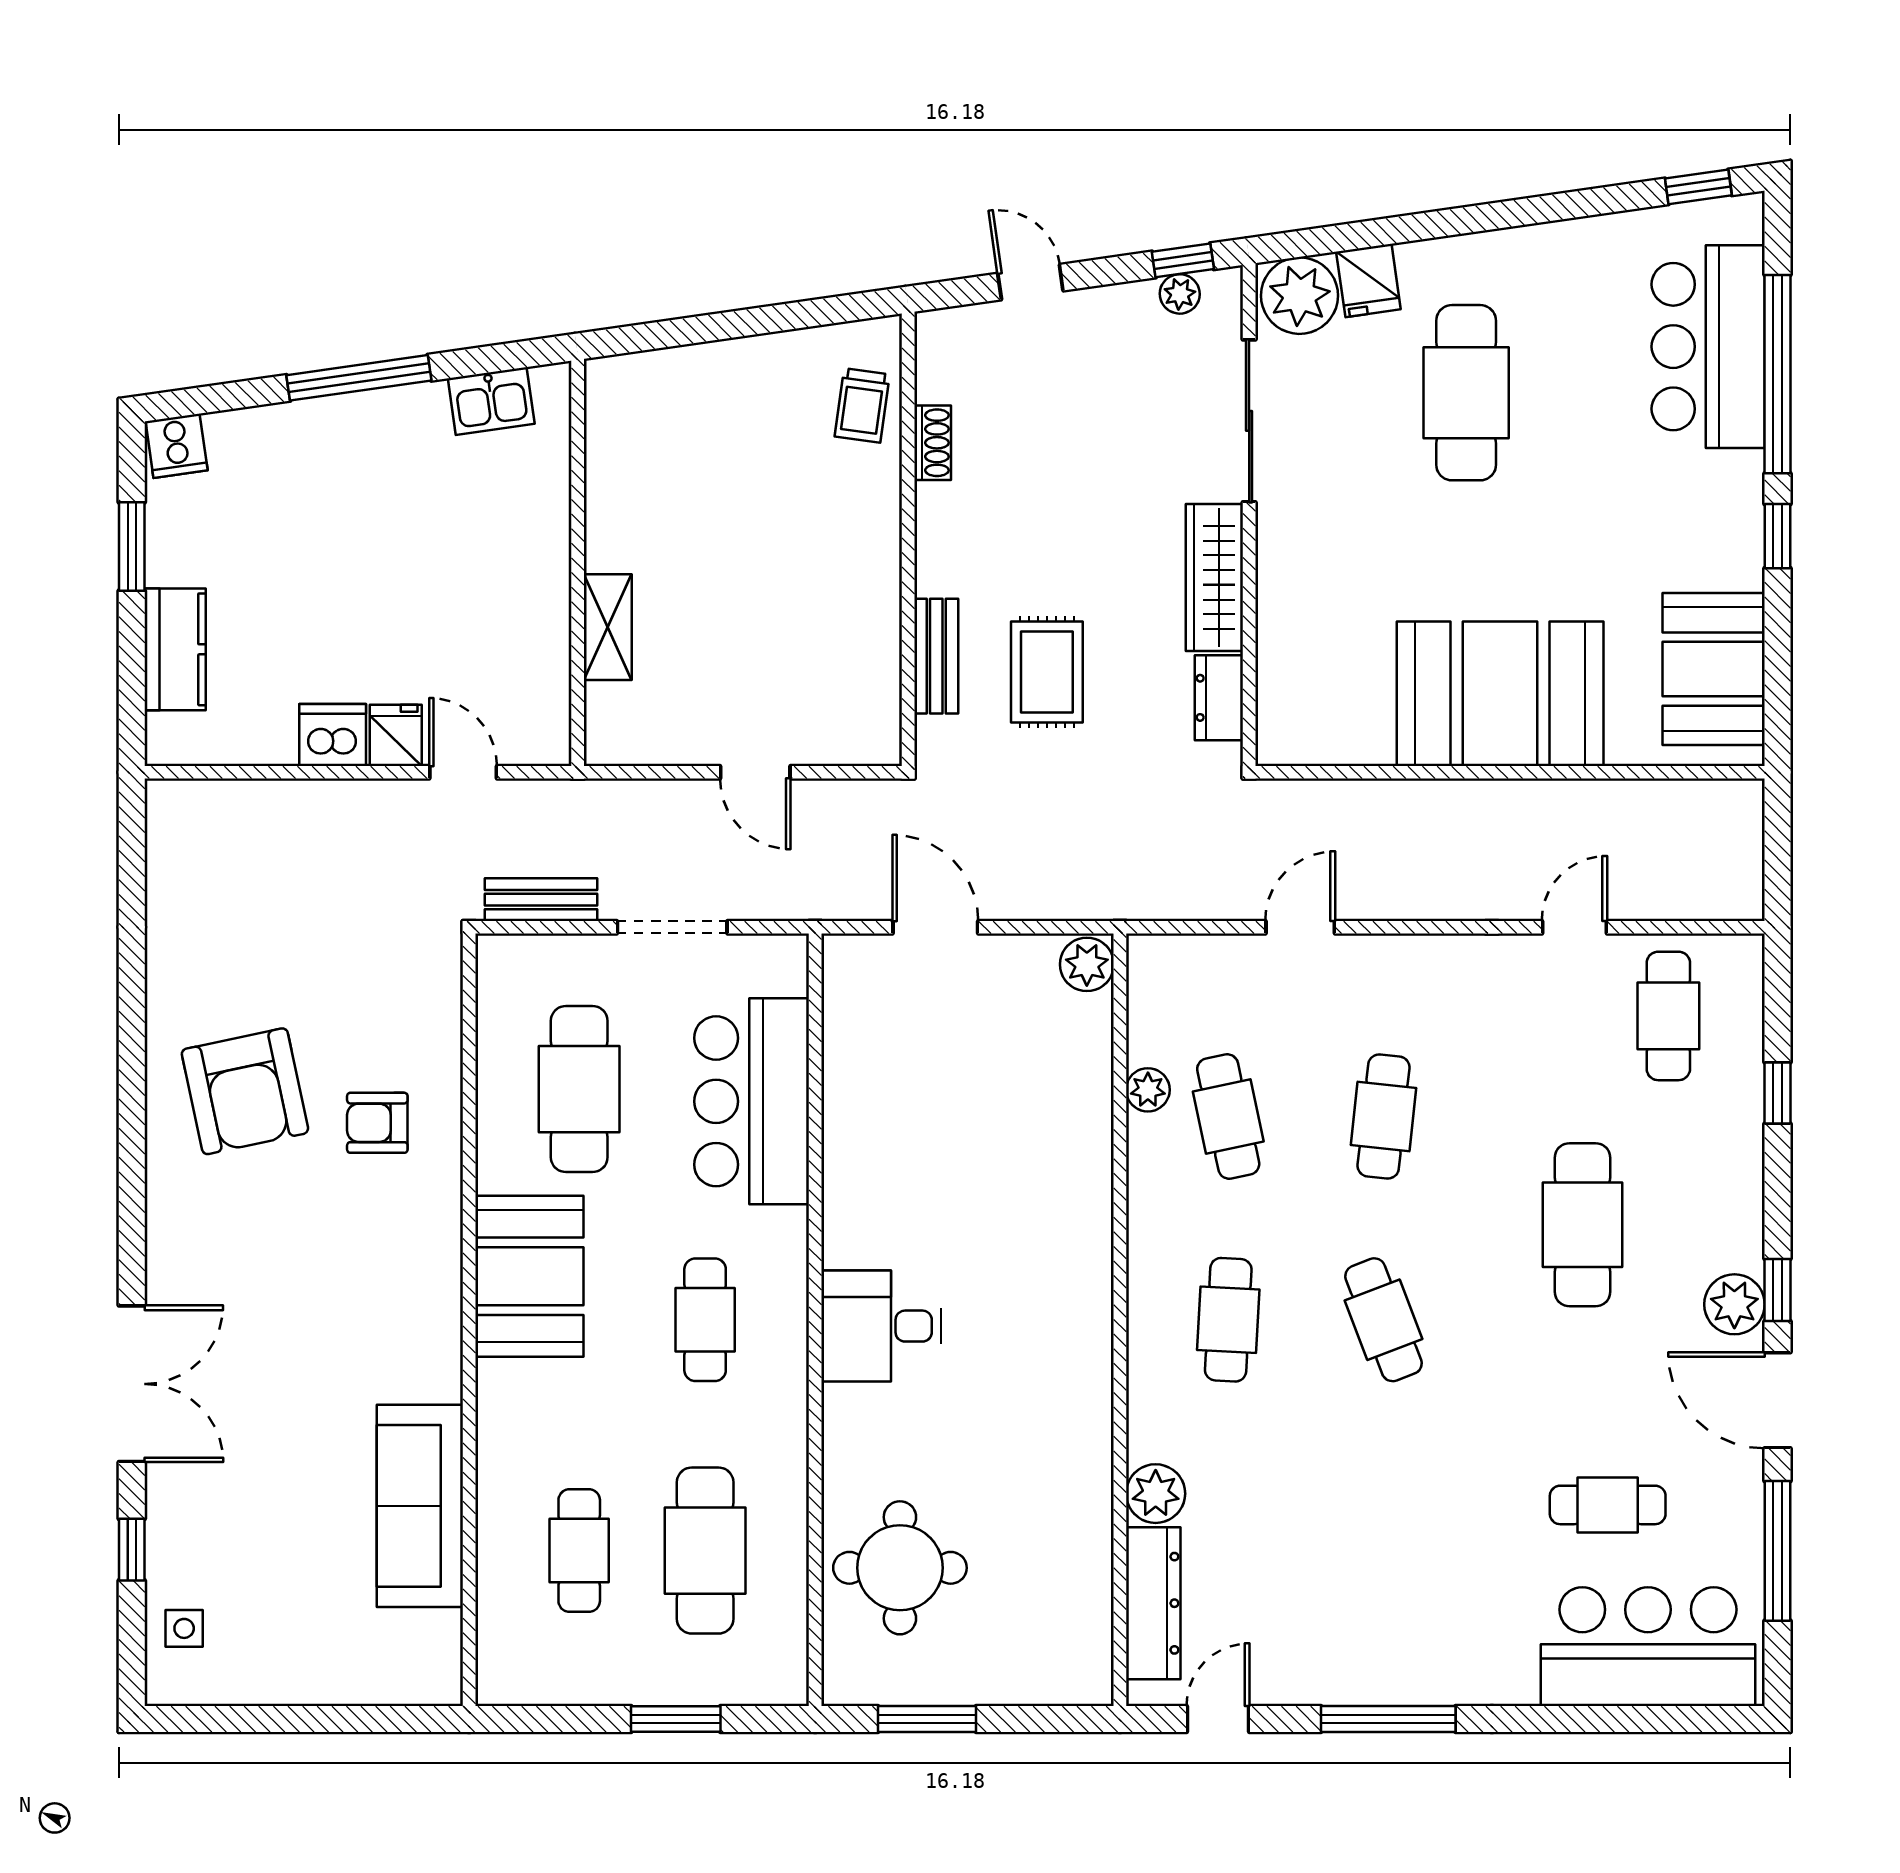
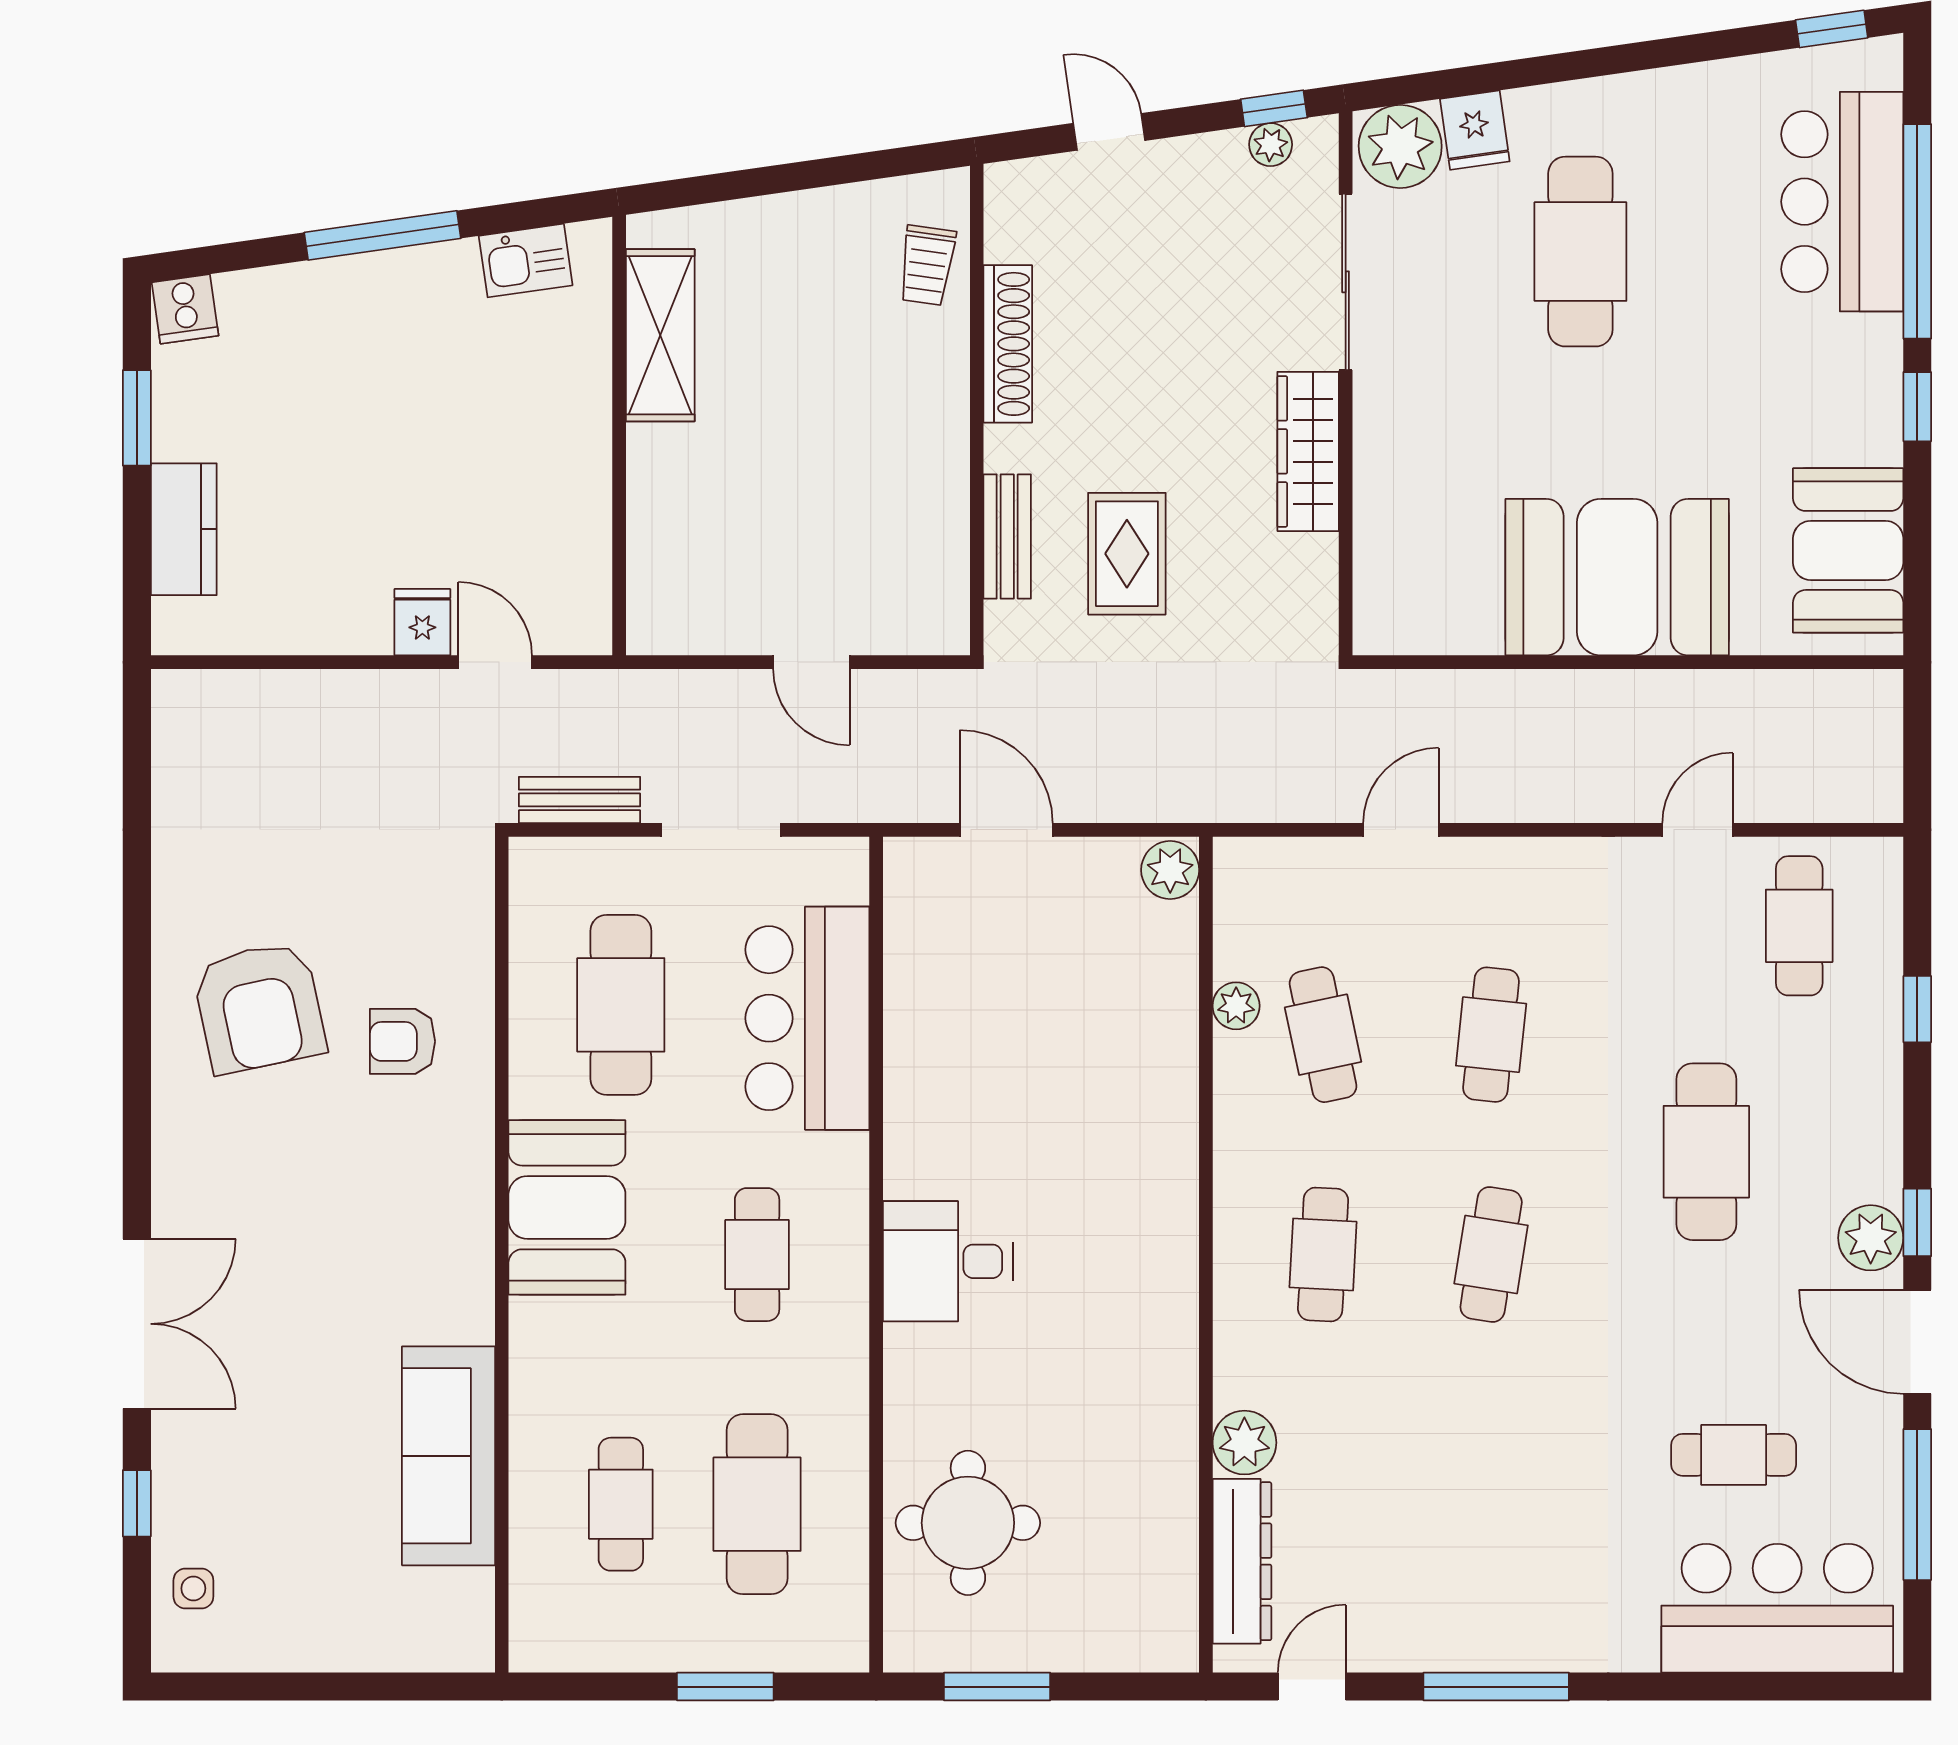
shoe rack: (933, 443) -> (1008, 344), width x1.94, depth x1.24
shelving: (608, 627) -> (660, 335), moved, width x1.50, depth x1.33
dresser: (1219, 698) -> (1313, 582), removed
dishwasher: (333, 735) -> (354, 622), removed
cafe table: (1384, 1320) -> (1491, 1255), turned 30

